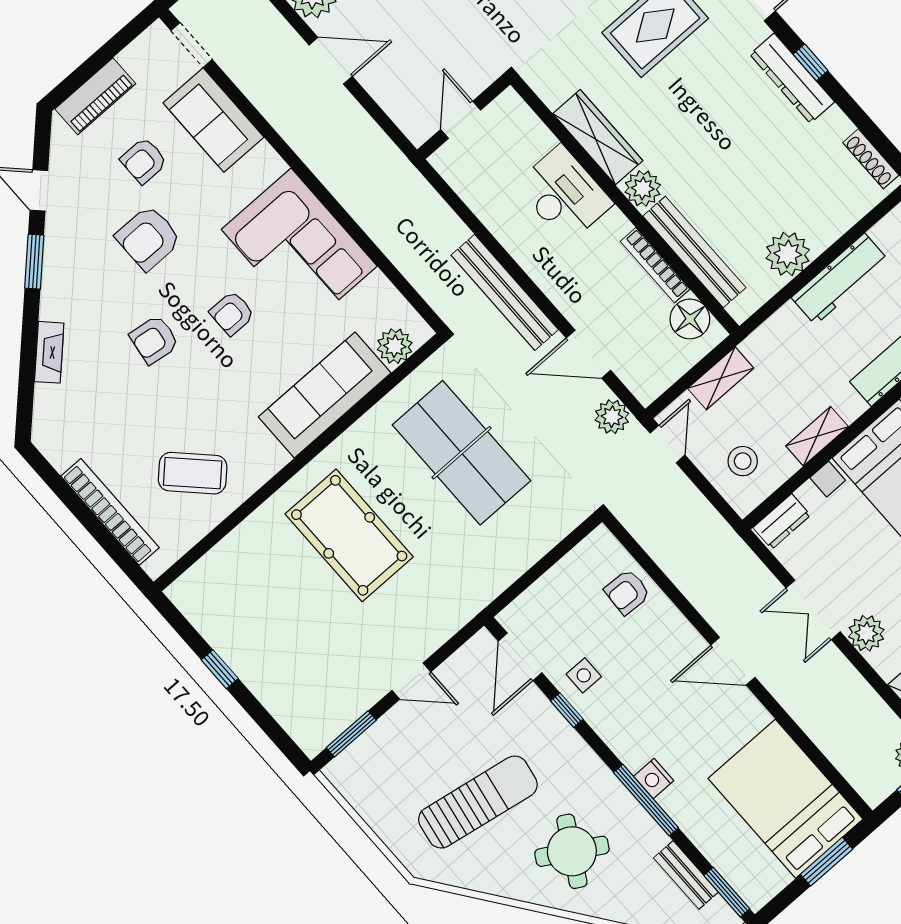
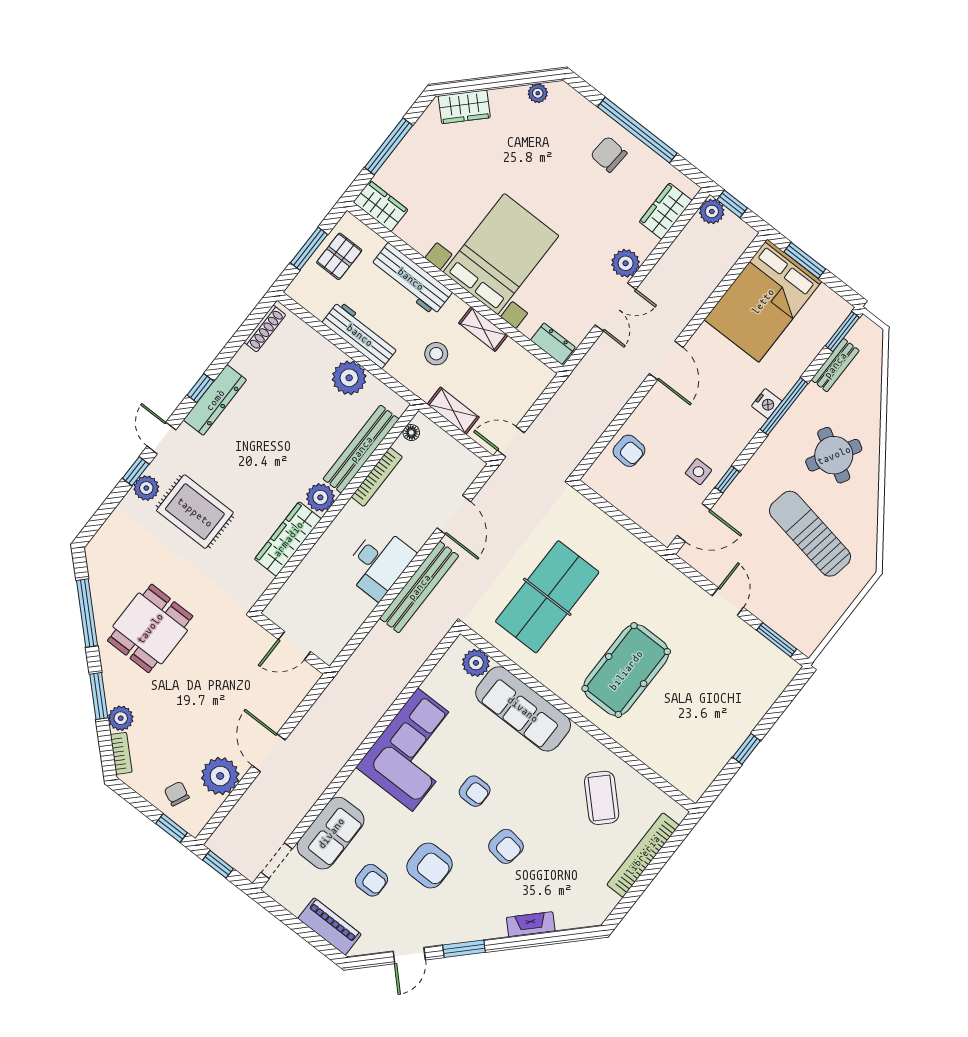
desk: (564, 194) -> (379, 563), moved, turned 180
floor lamp: (690, 319) -> (411, 433), width x0.53, depth x0.53
plant: (612, 417) -> (498, 488), removed
stool: (743, 461) -> (436, 354), moved

